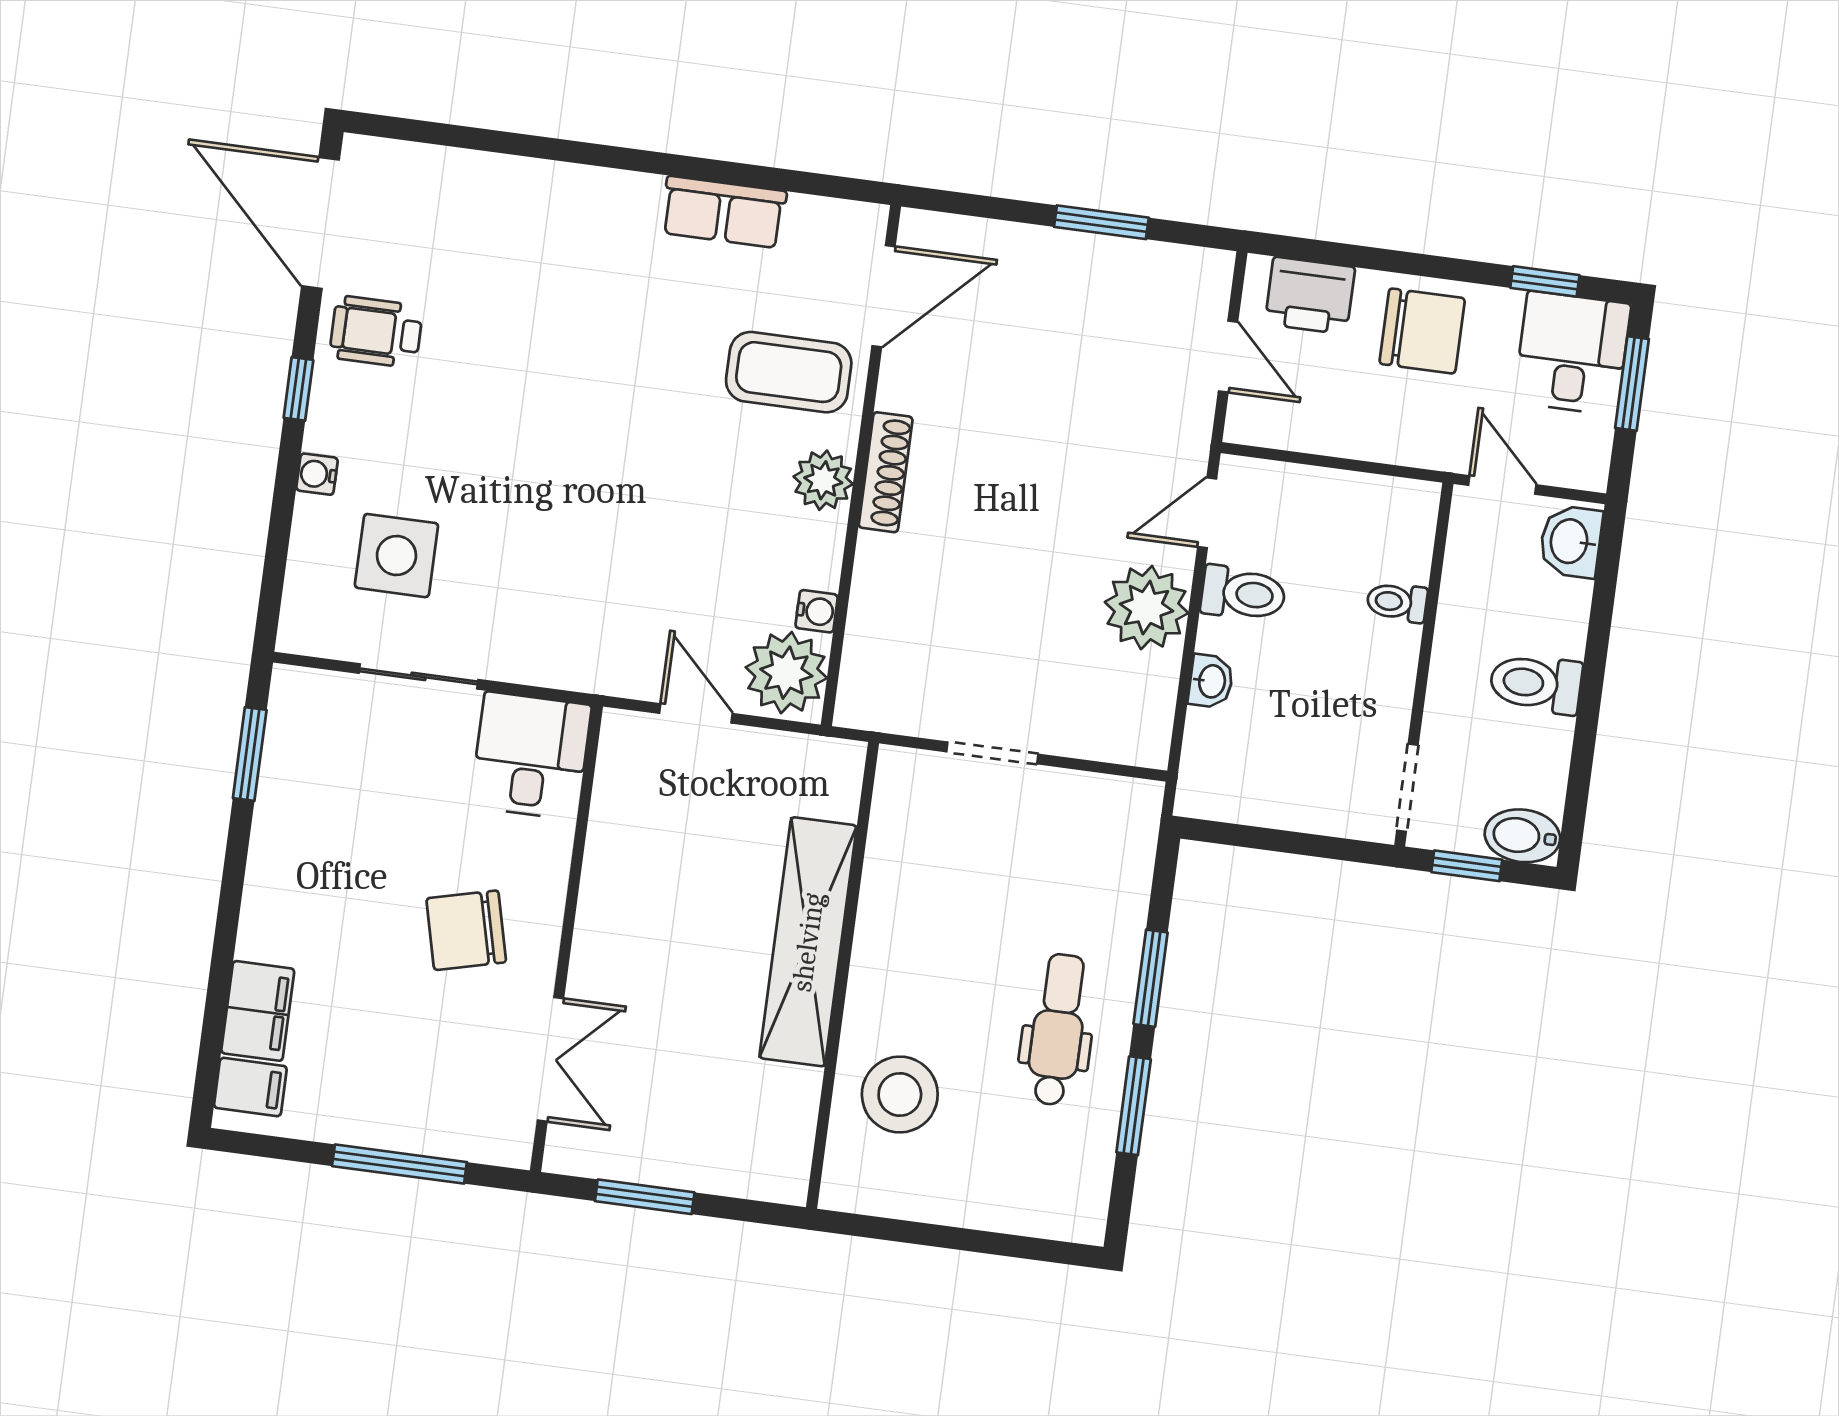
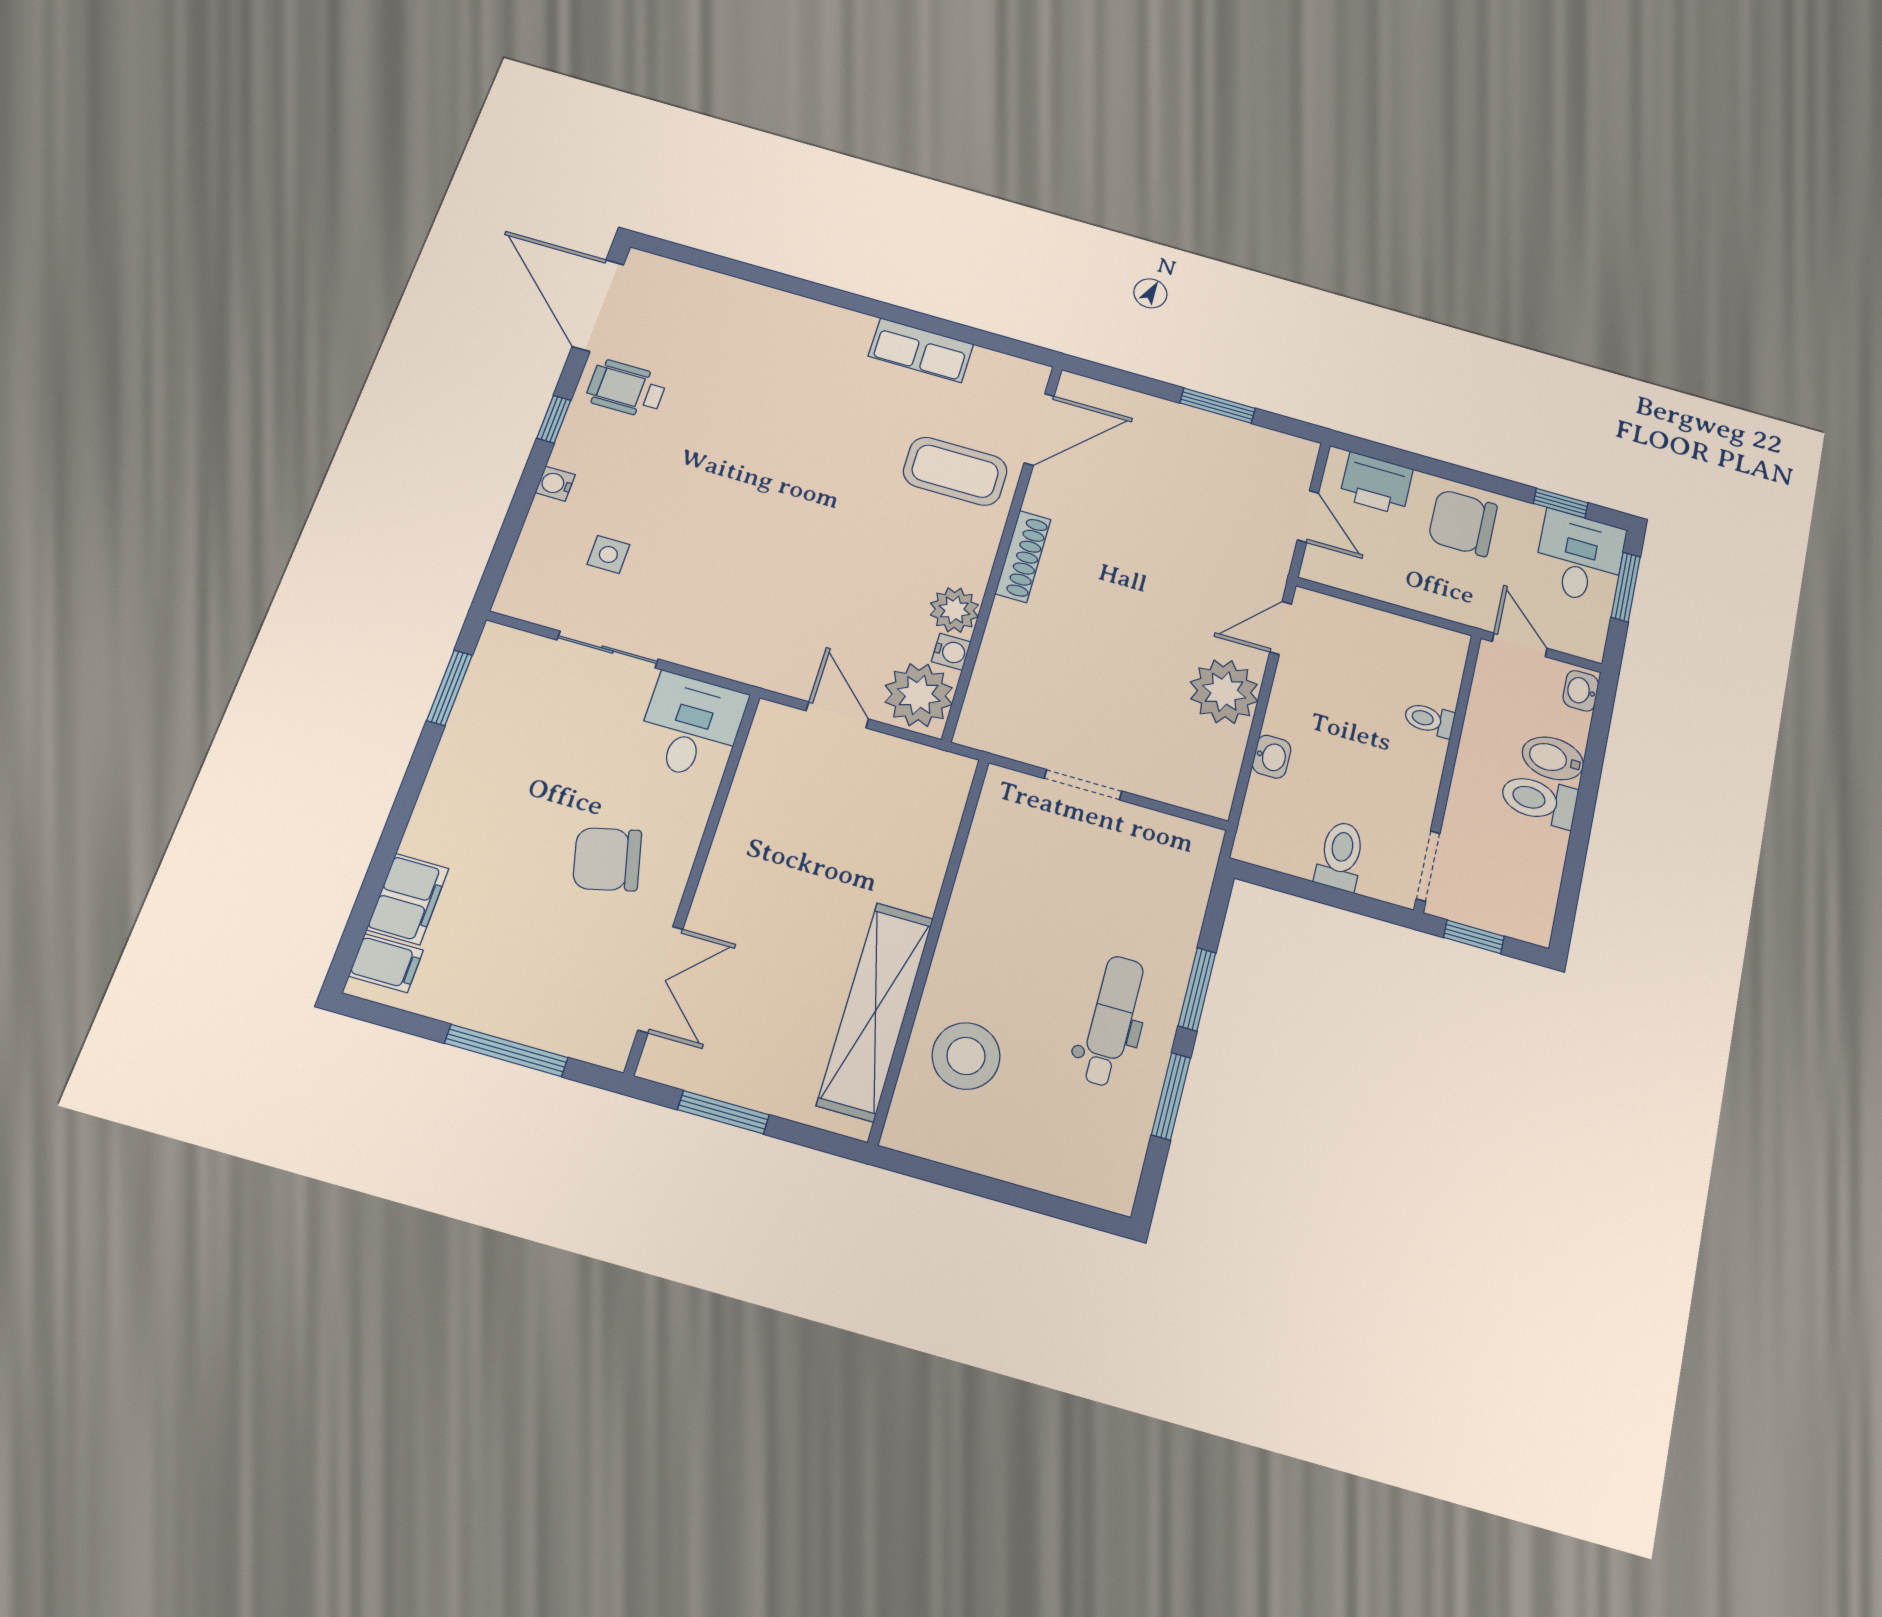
chair: (1422, 331) -> (1463, 523), turned 180
plant: (823, 480) -> (954, 610), moved
washbasin: (1571, 541) -> (1581, 691), width x0.72, depth x0.69
side table: (396, 556) -> (608, 555), width x0.54, depth x0.54
toilet: (1243, 594) -> (1340, 856), moved, turned -90
bidet: (1522, 836) -> (1553, 758), moved
shelving: (808, 942) -> (875, 1011), moved

